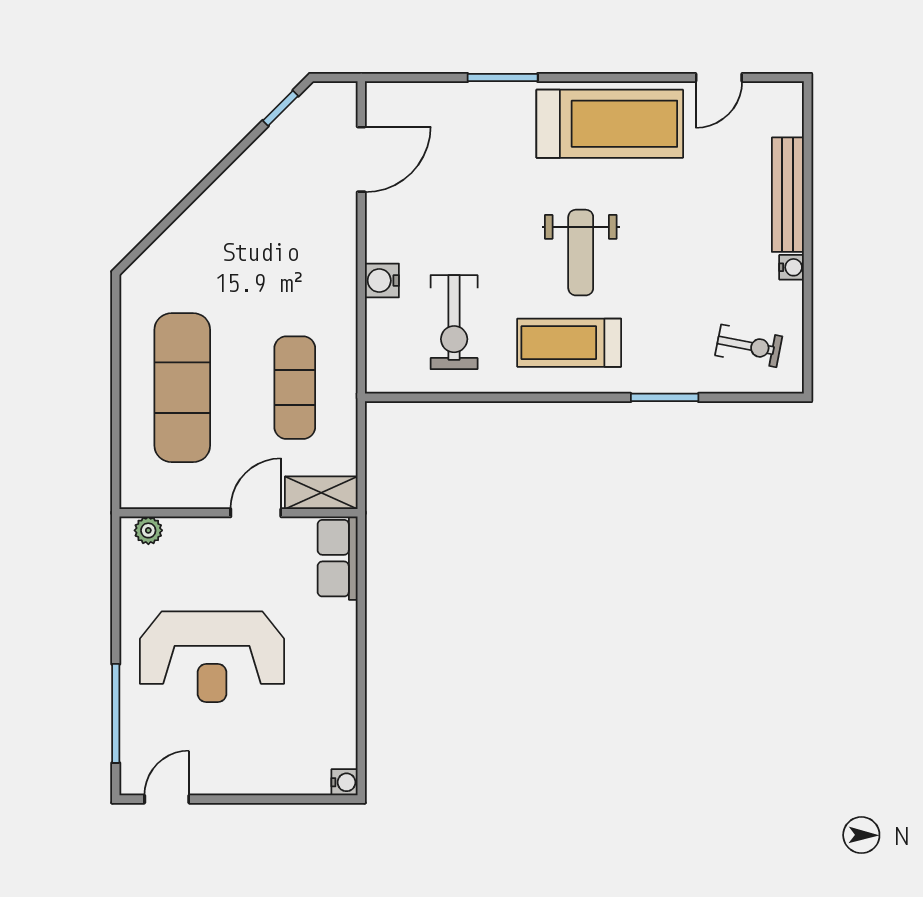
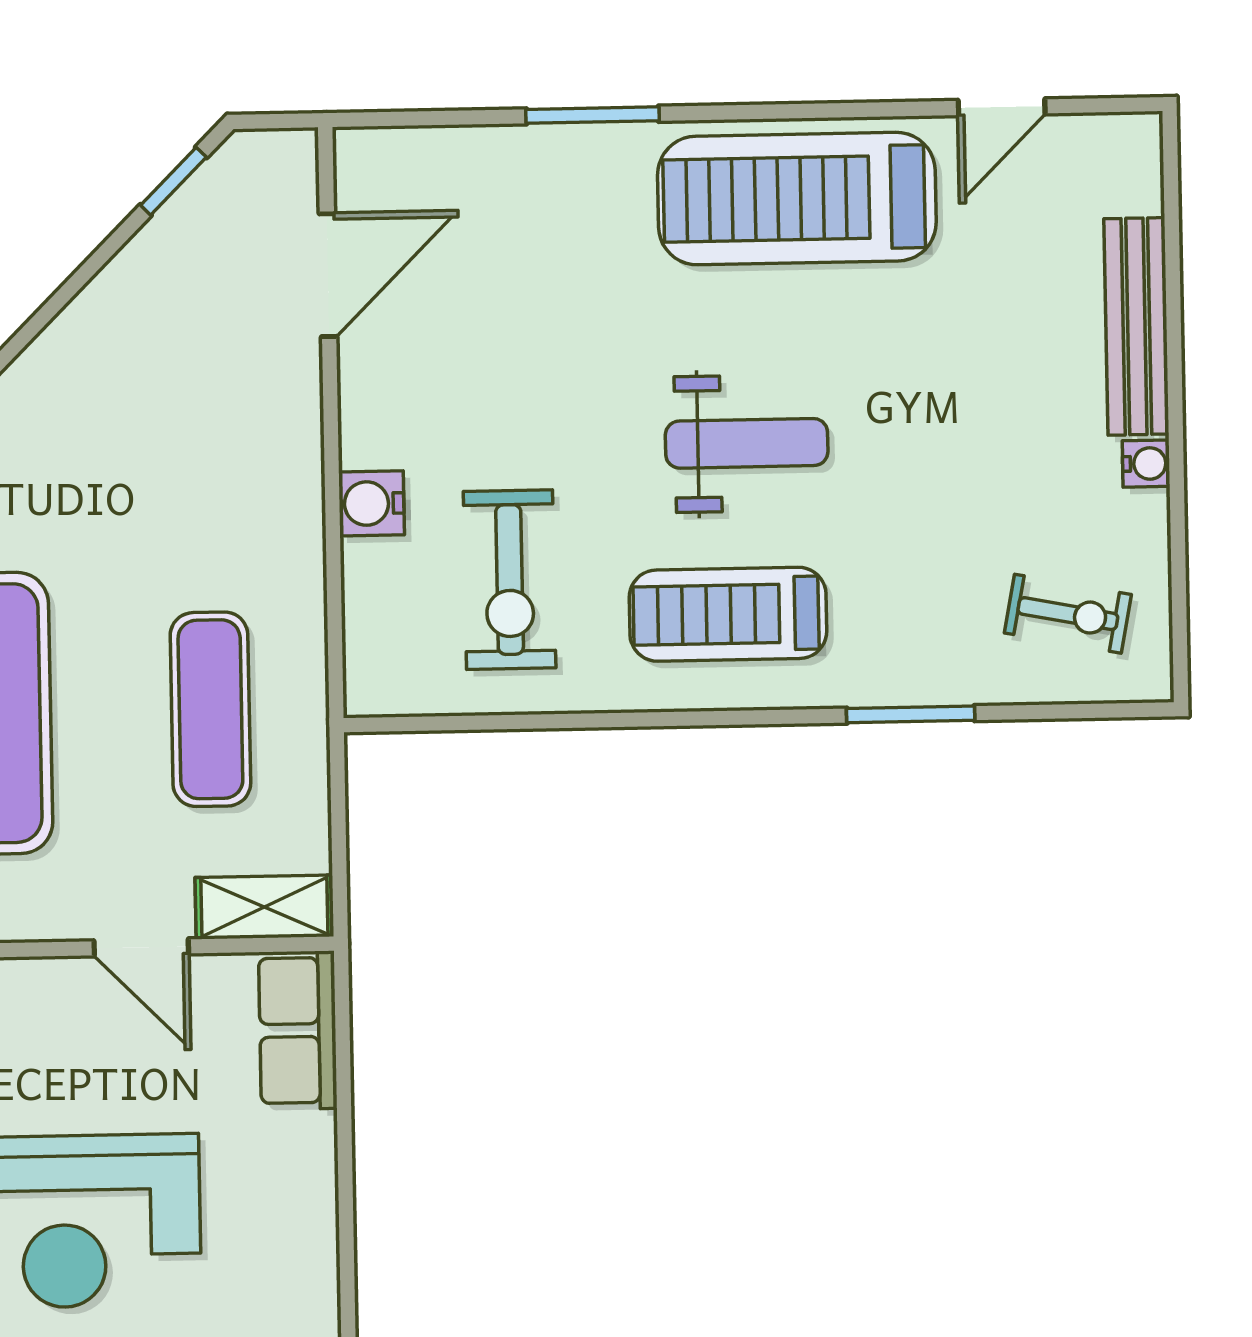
treadmill: (610, 124) -> (797, 199), turned 180
weight bench: (581, 253) -> (747, 443), turned -90
door: (256, 513) -> (141, 947), swing flipped

